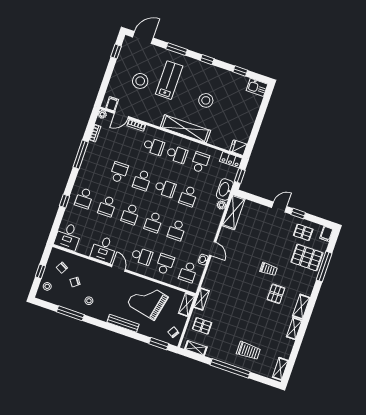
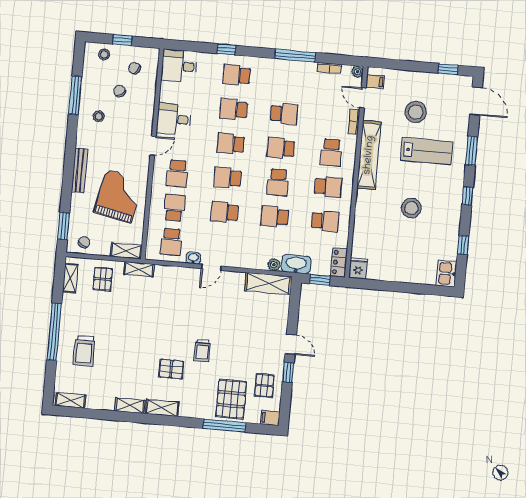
shelving: (185, 129) -> (369, 155), moved
school desk: (177, 154) -> (328, 187), turned -90
school desk: (165, 264) -> (174, 208), turned -90
school desk: (188, 272) -> (171, 242), turned -90

